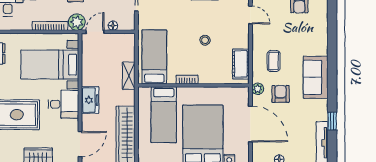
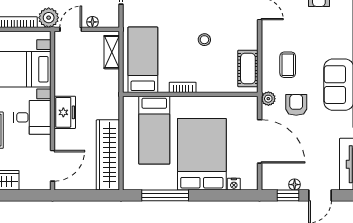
shelving: (129, 76) -> (112, 52), moved

